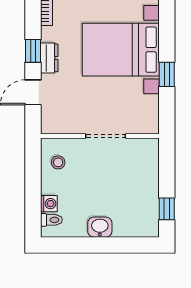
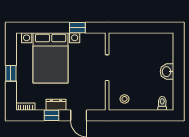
window: (167, 74) -> (77, 28), moved
washing machine: (49, 204) -> (151, 105), removed
window: (167, 209) -> (155, 28), removed

